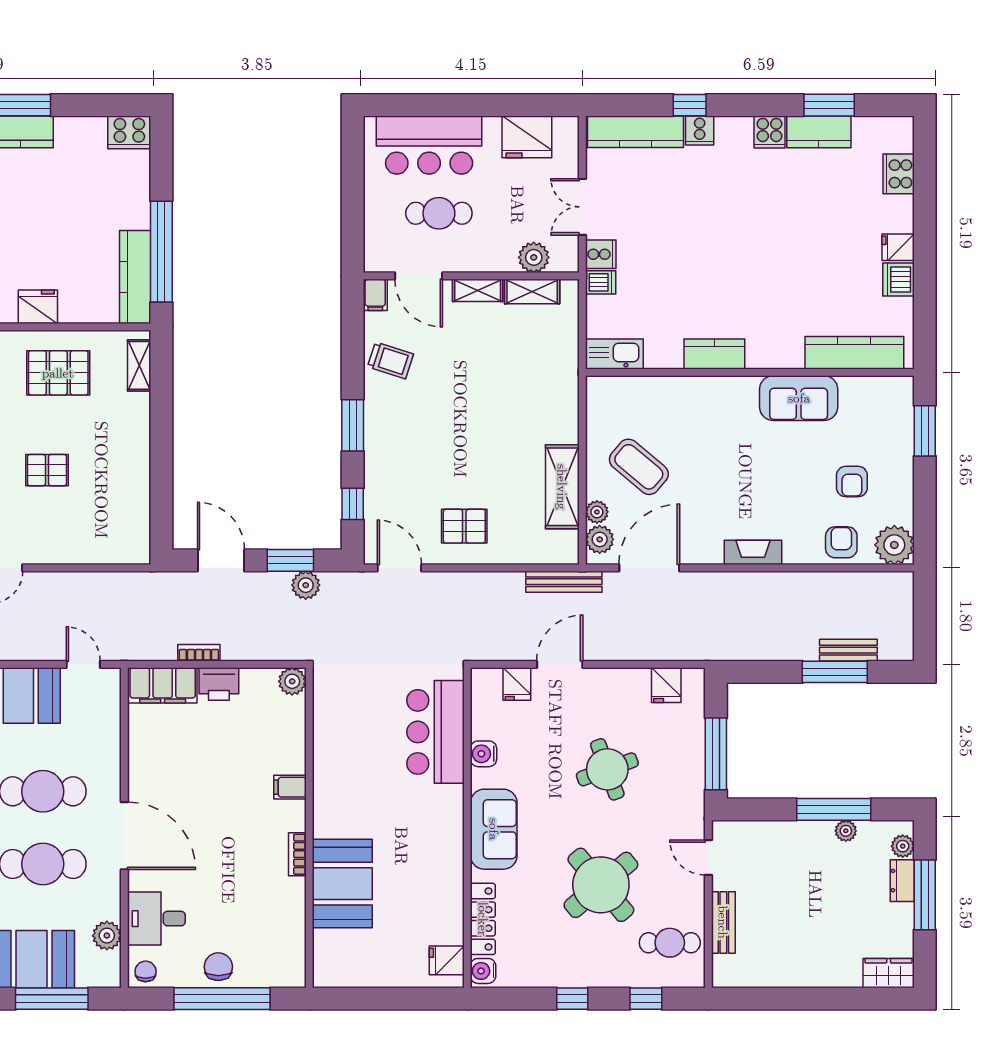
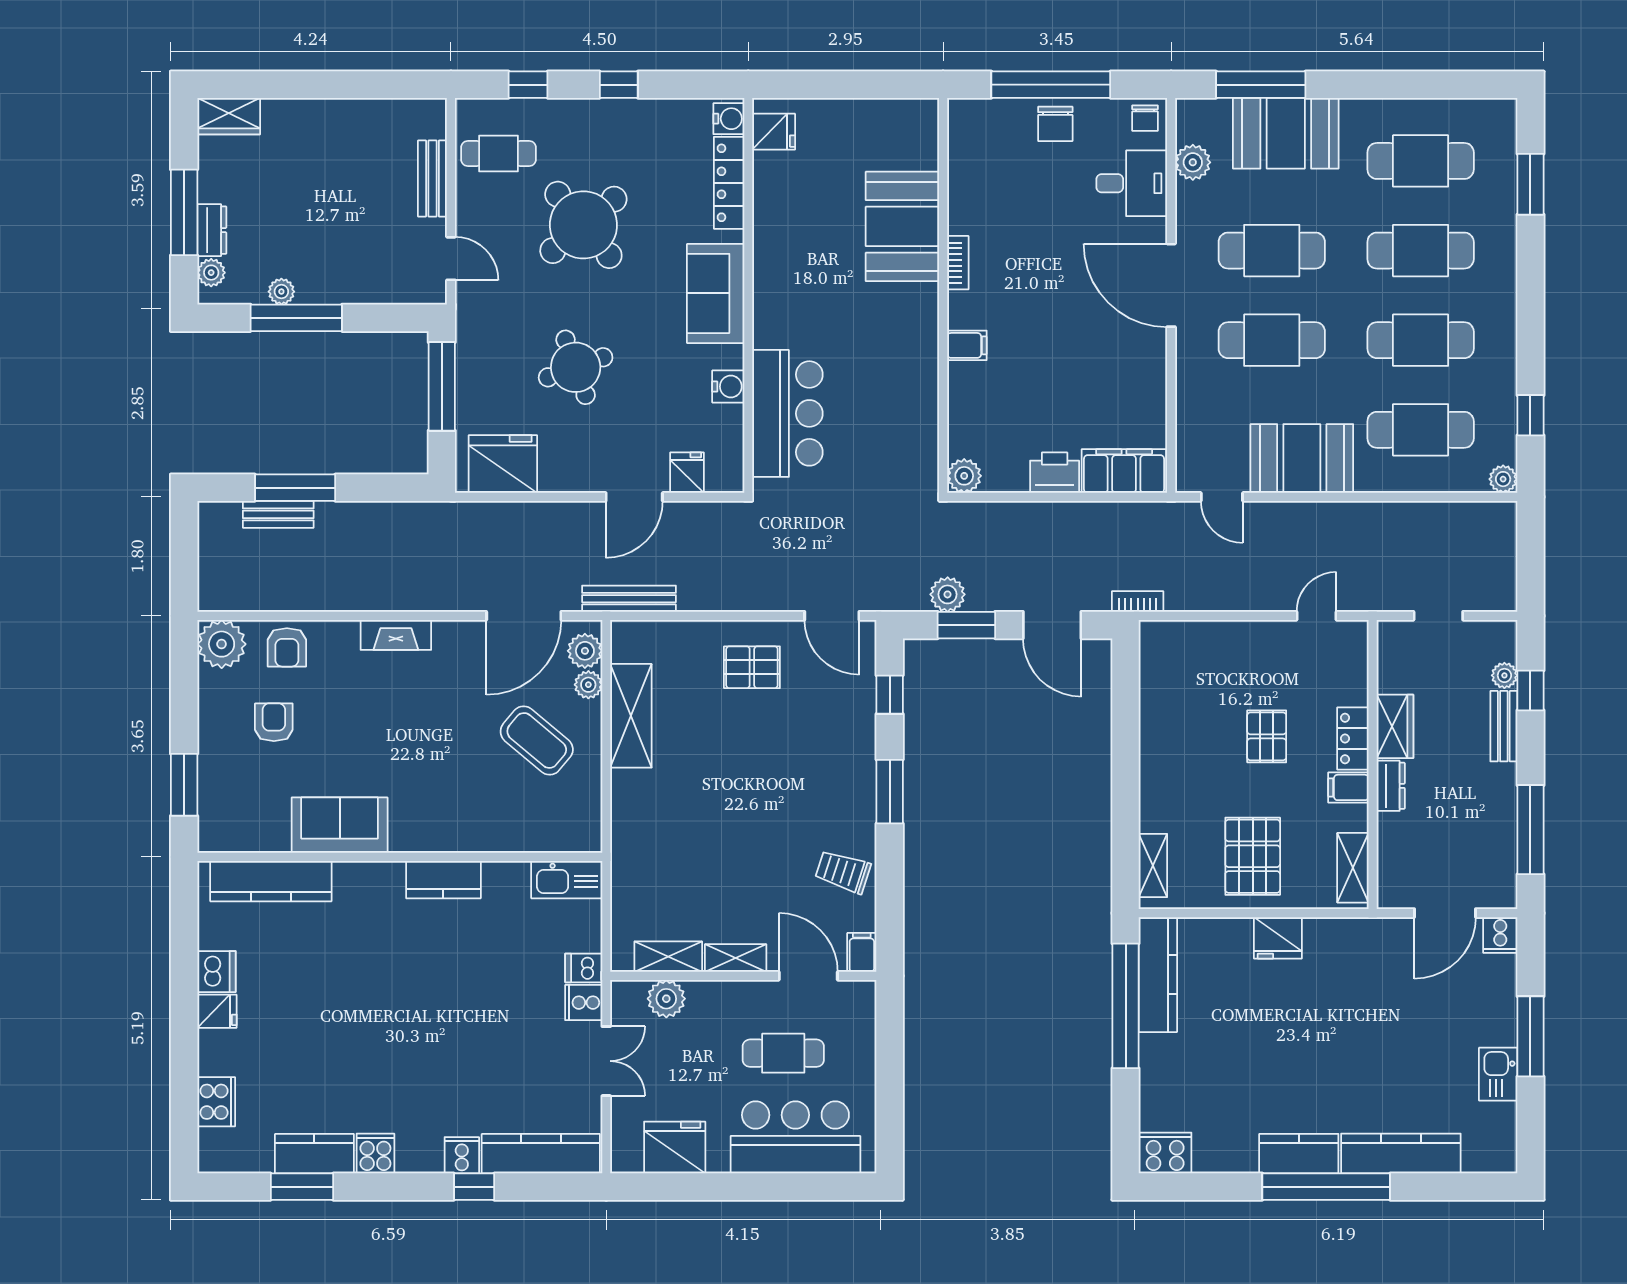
pallet: (58, 373) -> (1253, 856), turned 90
pallet: (47, 470) -> (1267, 736), turned 90
bookcase: (199, 653) -> (1138, 601), moved, turned 180
fridge: (666, 685) -> (503, 464), width x1.88, depth x1.34

